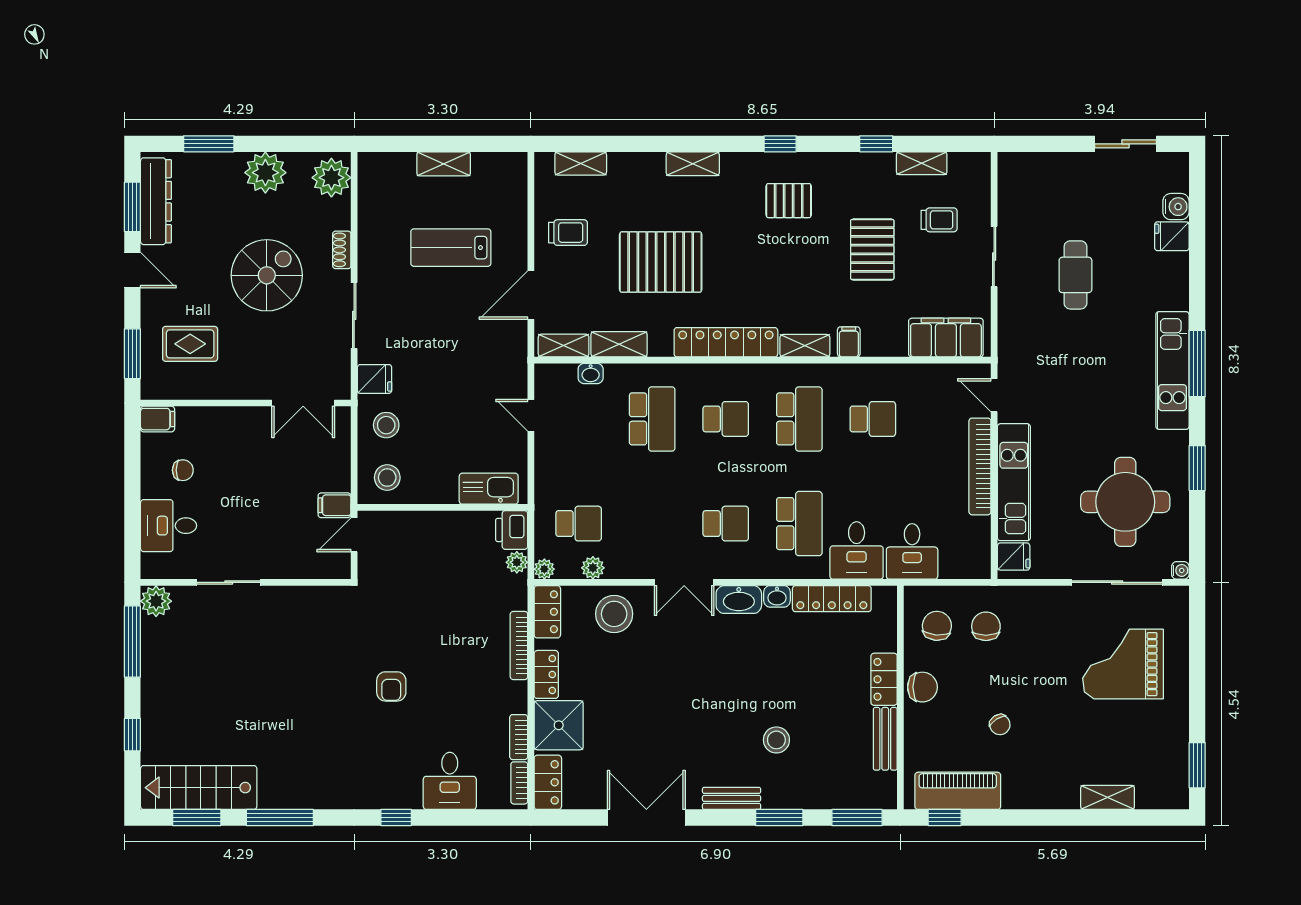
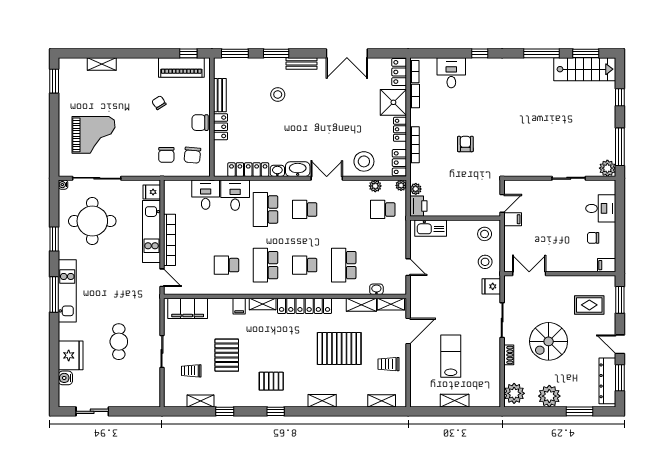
fridge: (1172, 236) -> (71, 355), width x1.88, depth x1.34
lab bench: (451, 248) -> (451, 356), turned -90
armchair: (391, 686) -> (465, 144), moved

